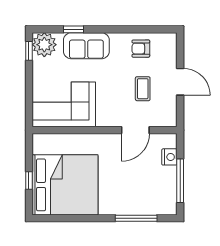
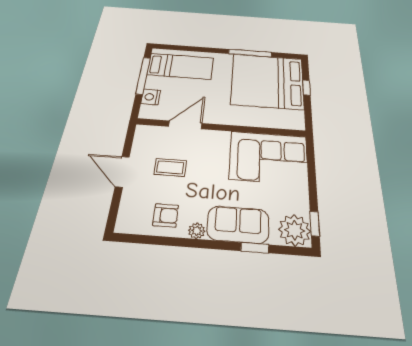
plant: (117, 39) -> (197, 231), added
coffee table: (143, 89) -> (170, 167), turned 90
bed: (147, 195) -> (181, 66), added
window: (136, 218) -> (250, 53), moved

